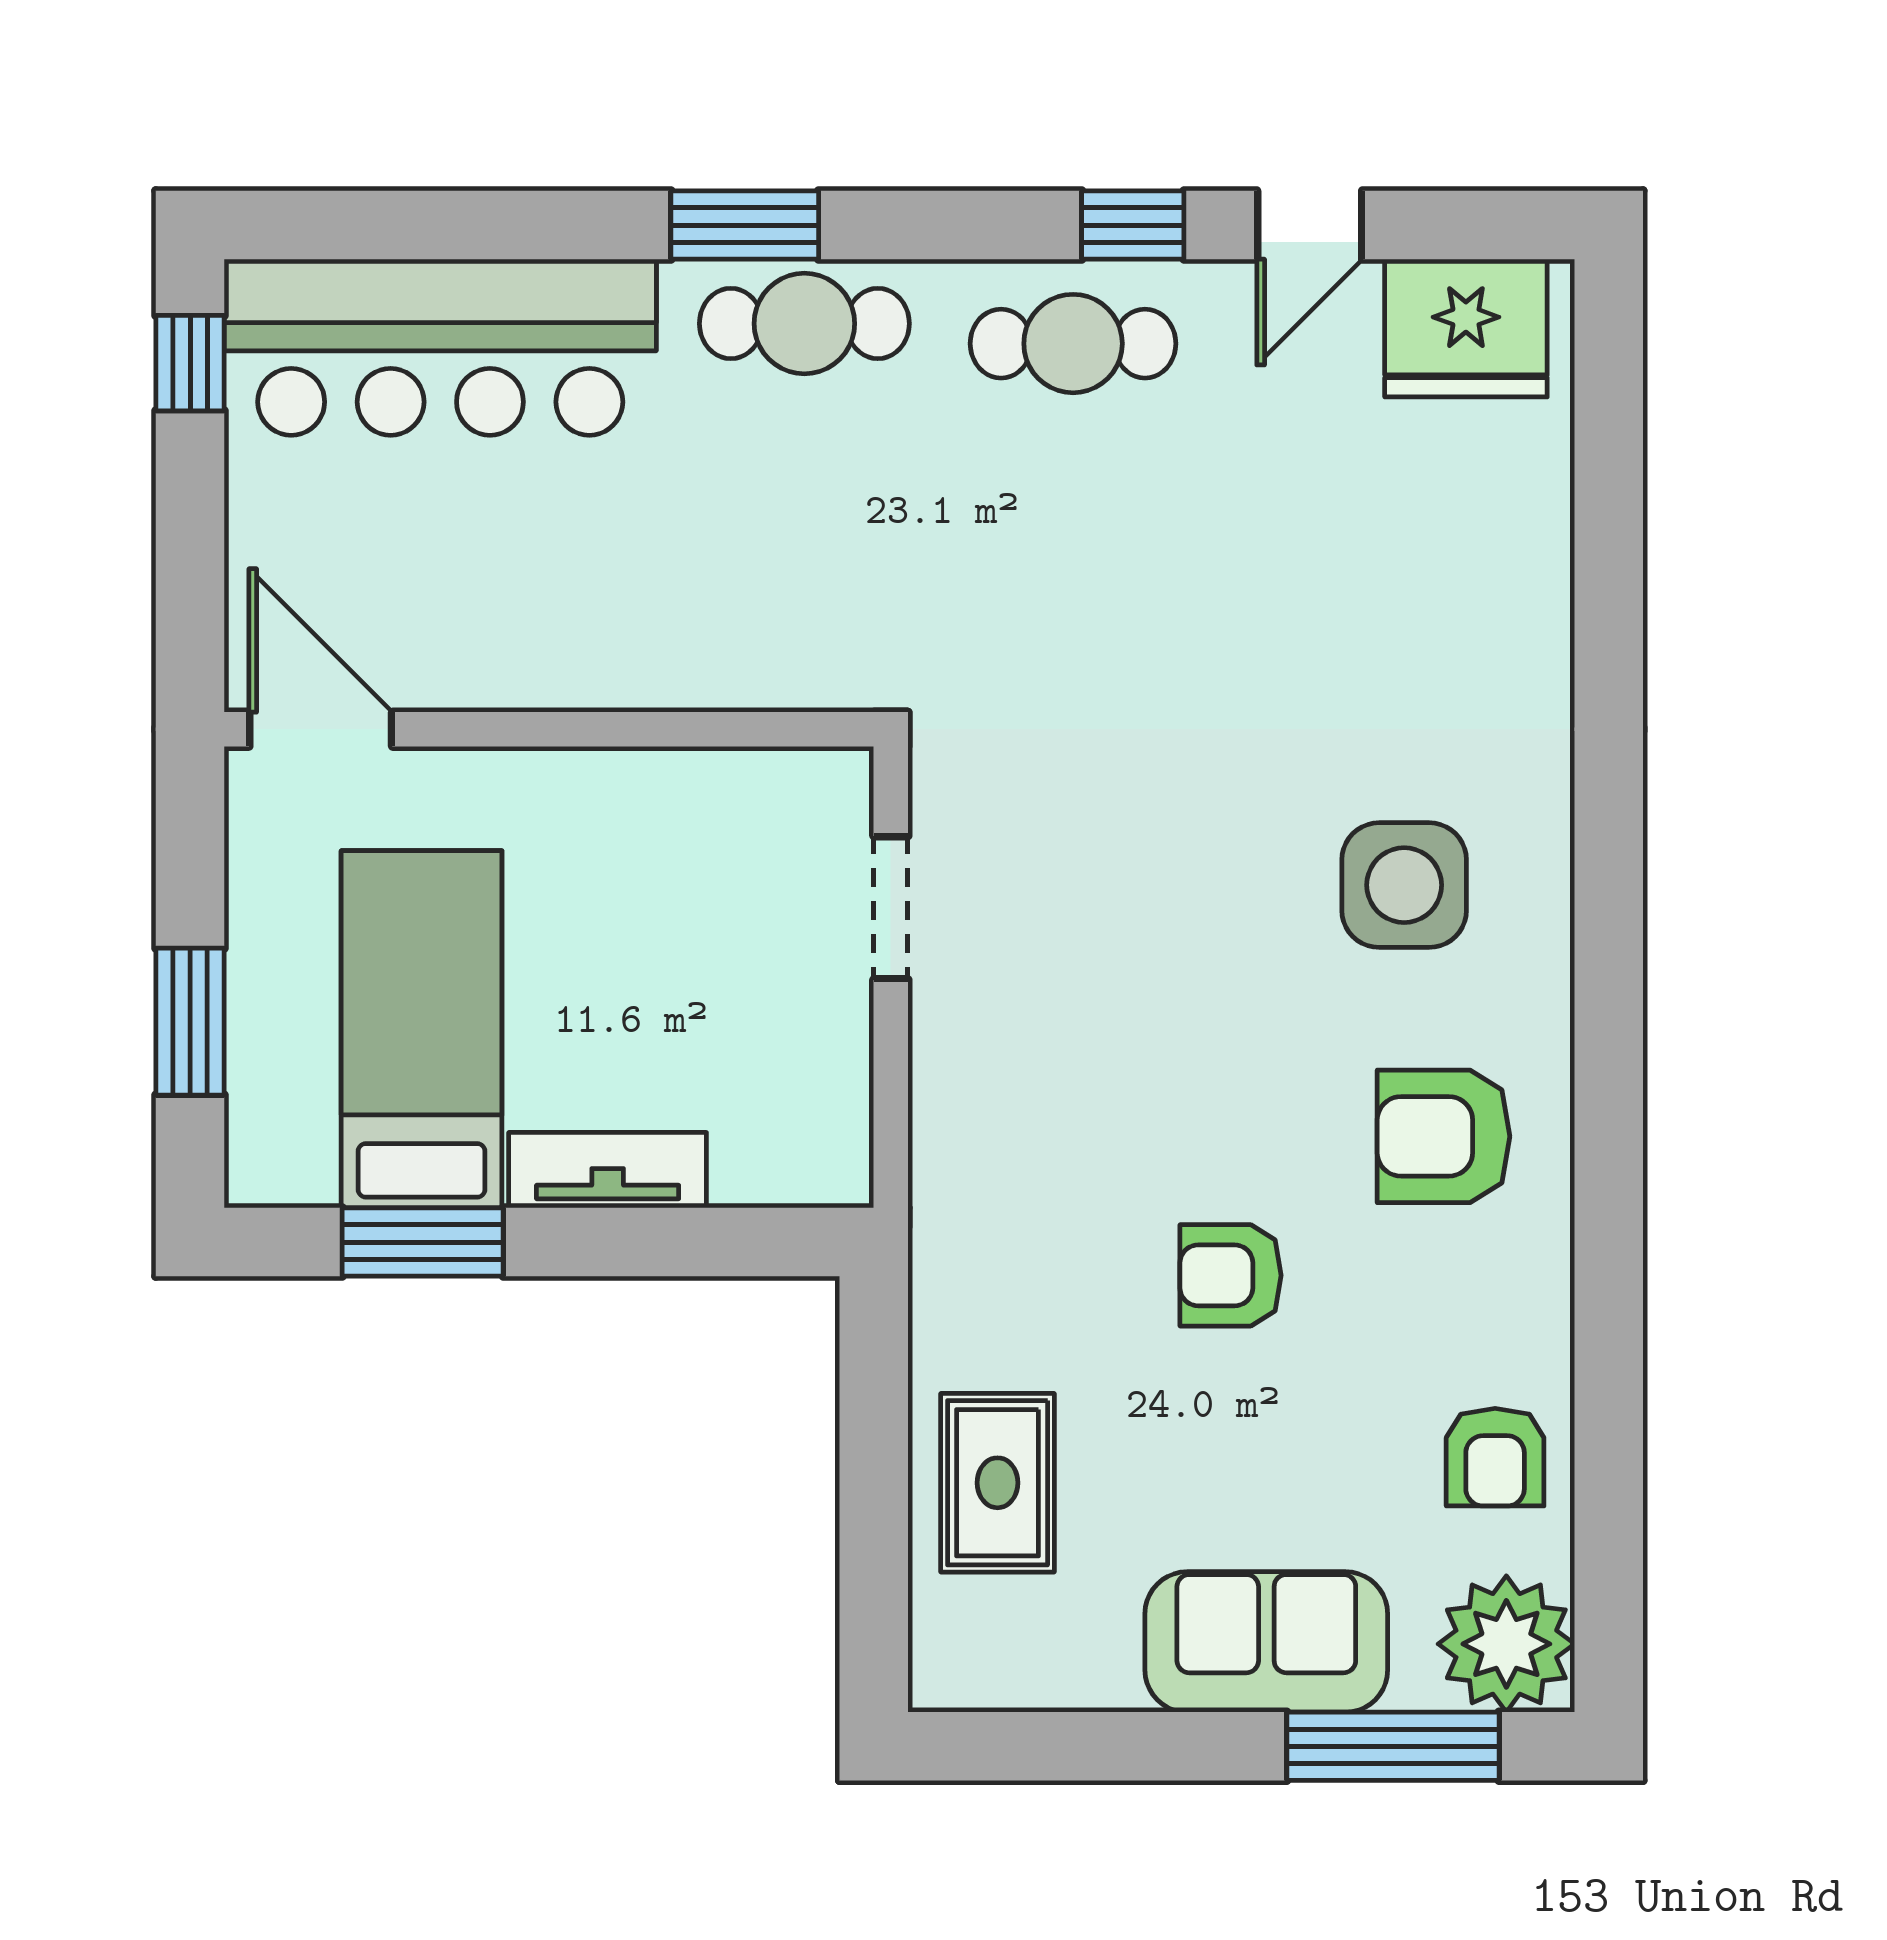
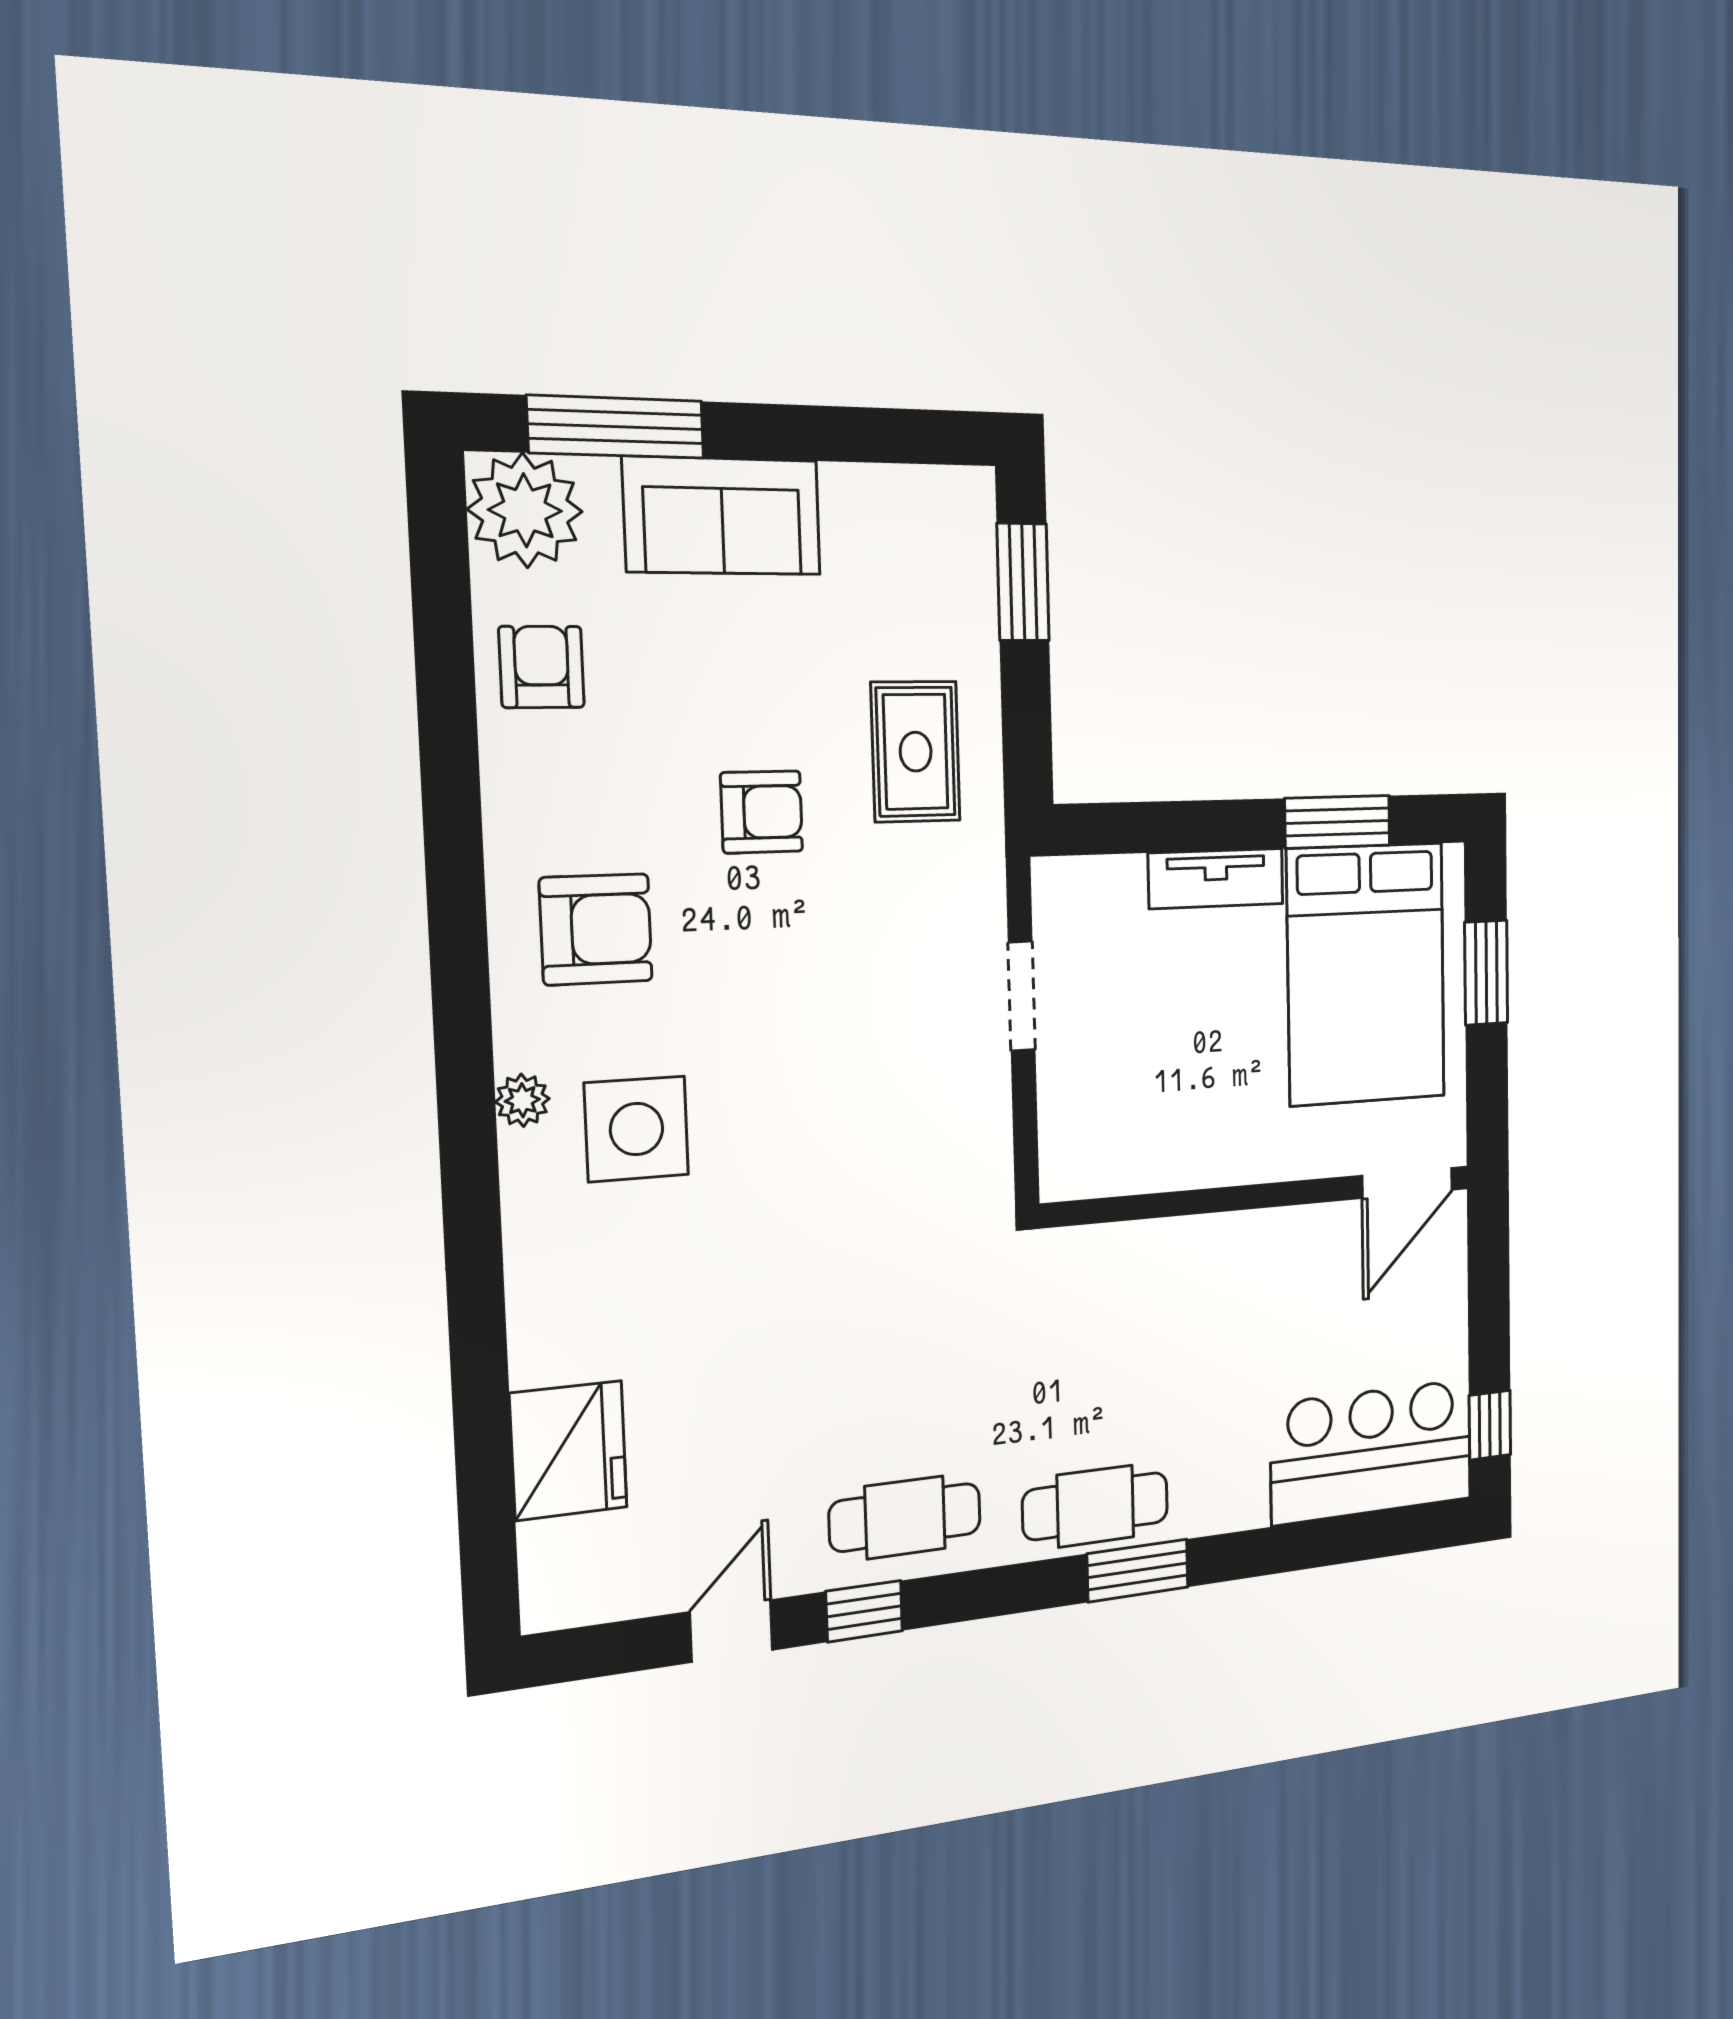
fridge: (1466, 328) -> (568, 1451), moved, turned 90
bar counter: (440, 347) -> (1372, 1452), width x0.73
door: (321, 729) -> (1407, 1183), hinge flipped
doorway: (891, 908) -> (1022, 996), moved
plant: (1542, 931) -> (522, 1100), added
bed: (422, 1029) -> (1366, 974), width x1.50
rug: (998, 1483) -> (916, 752), moved
window: (874, 1565) -> (1023, 582), added

